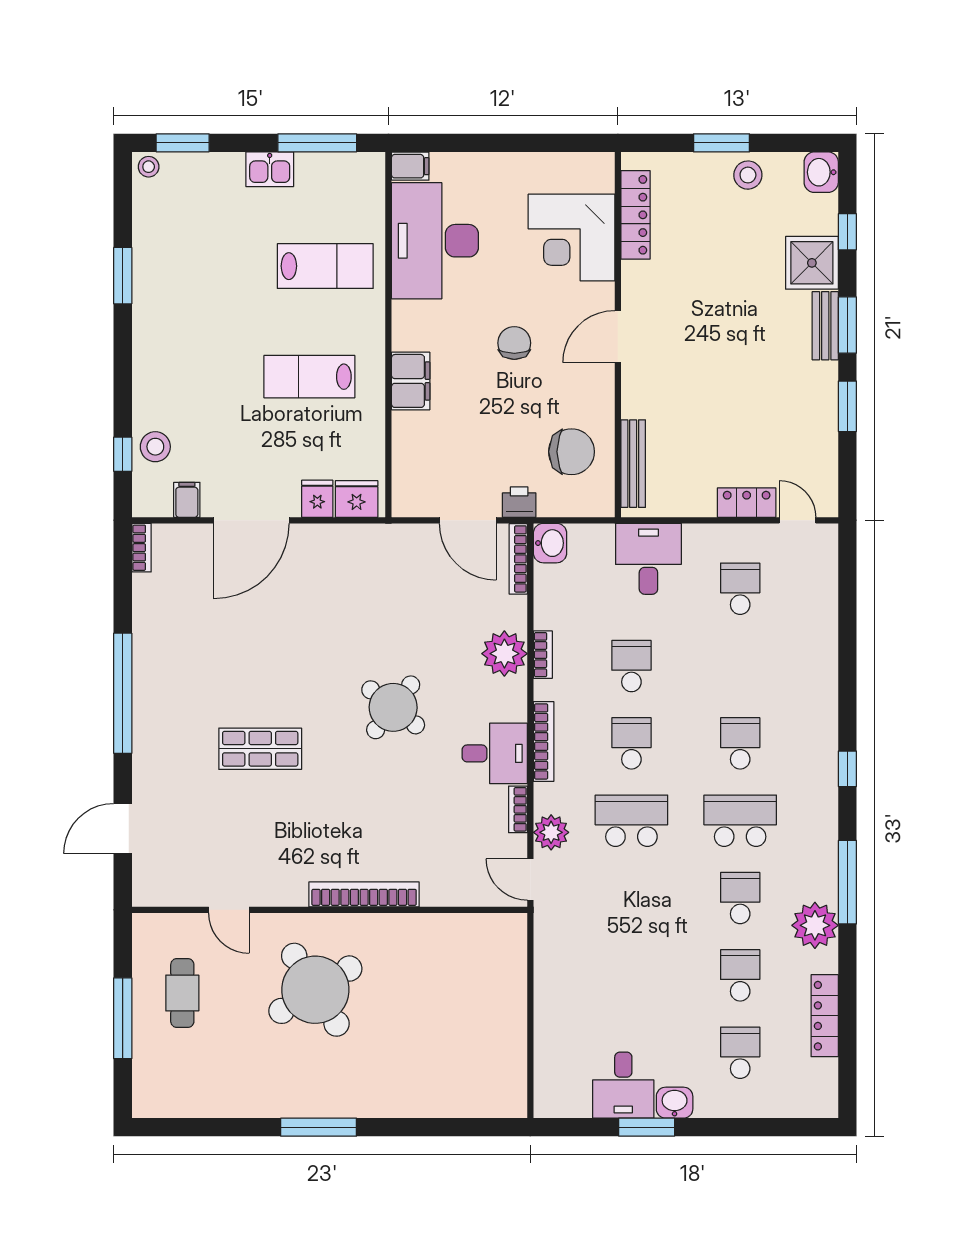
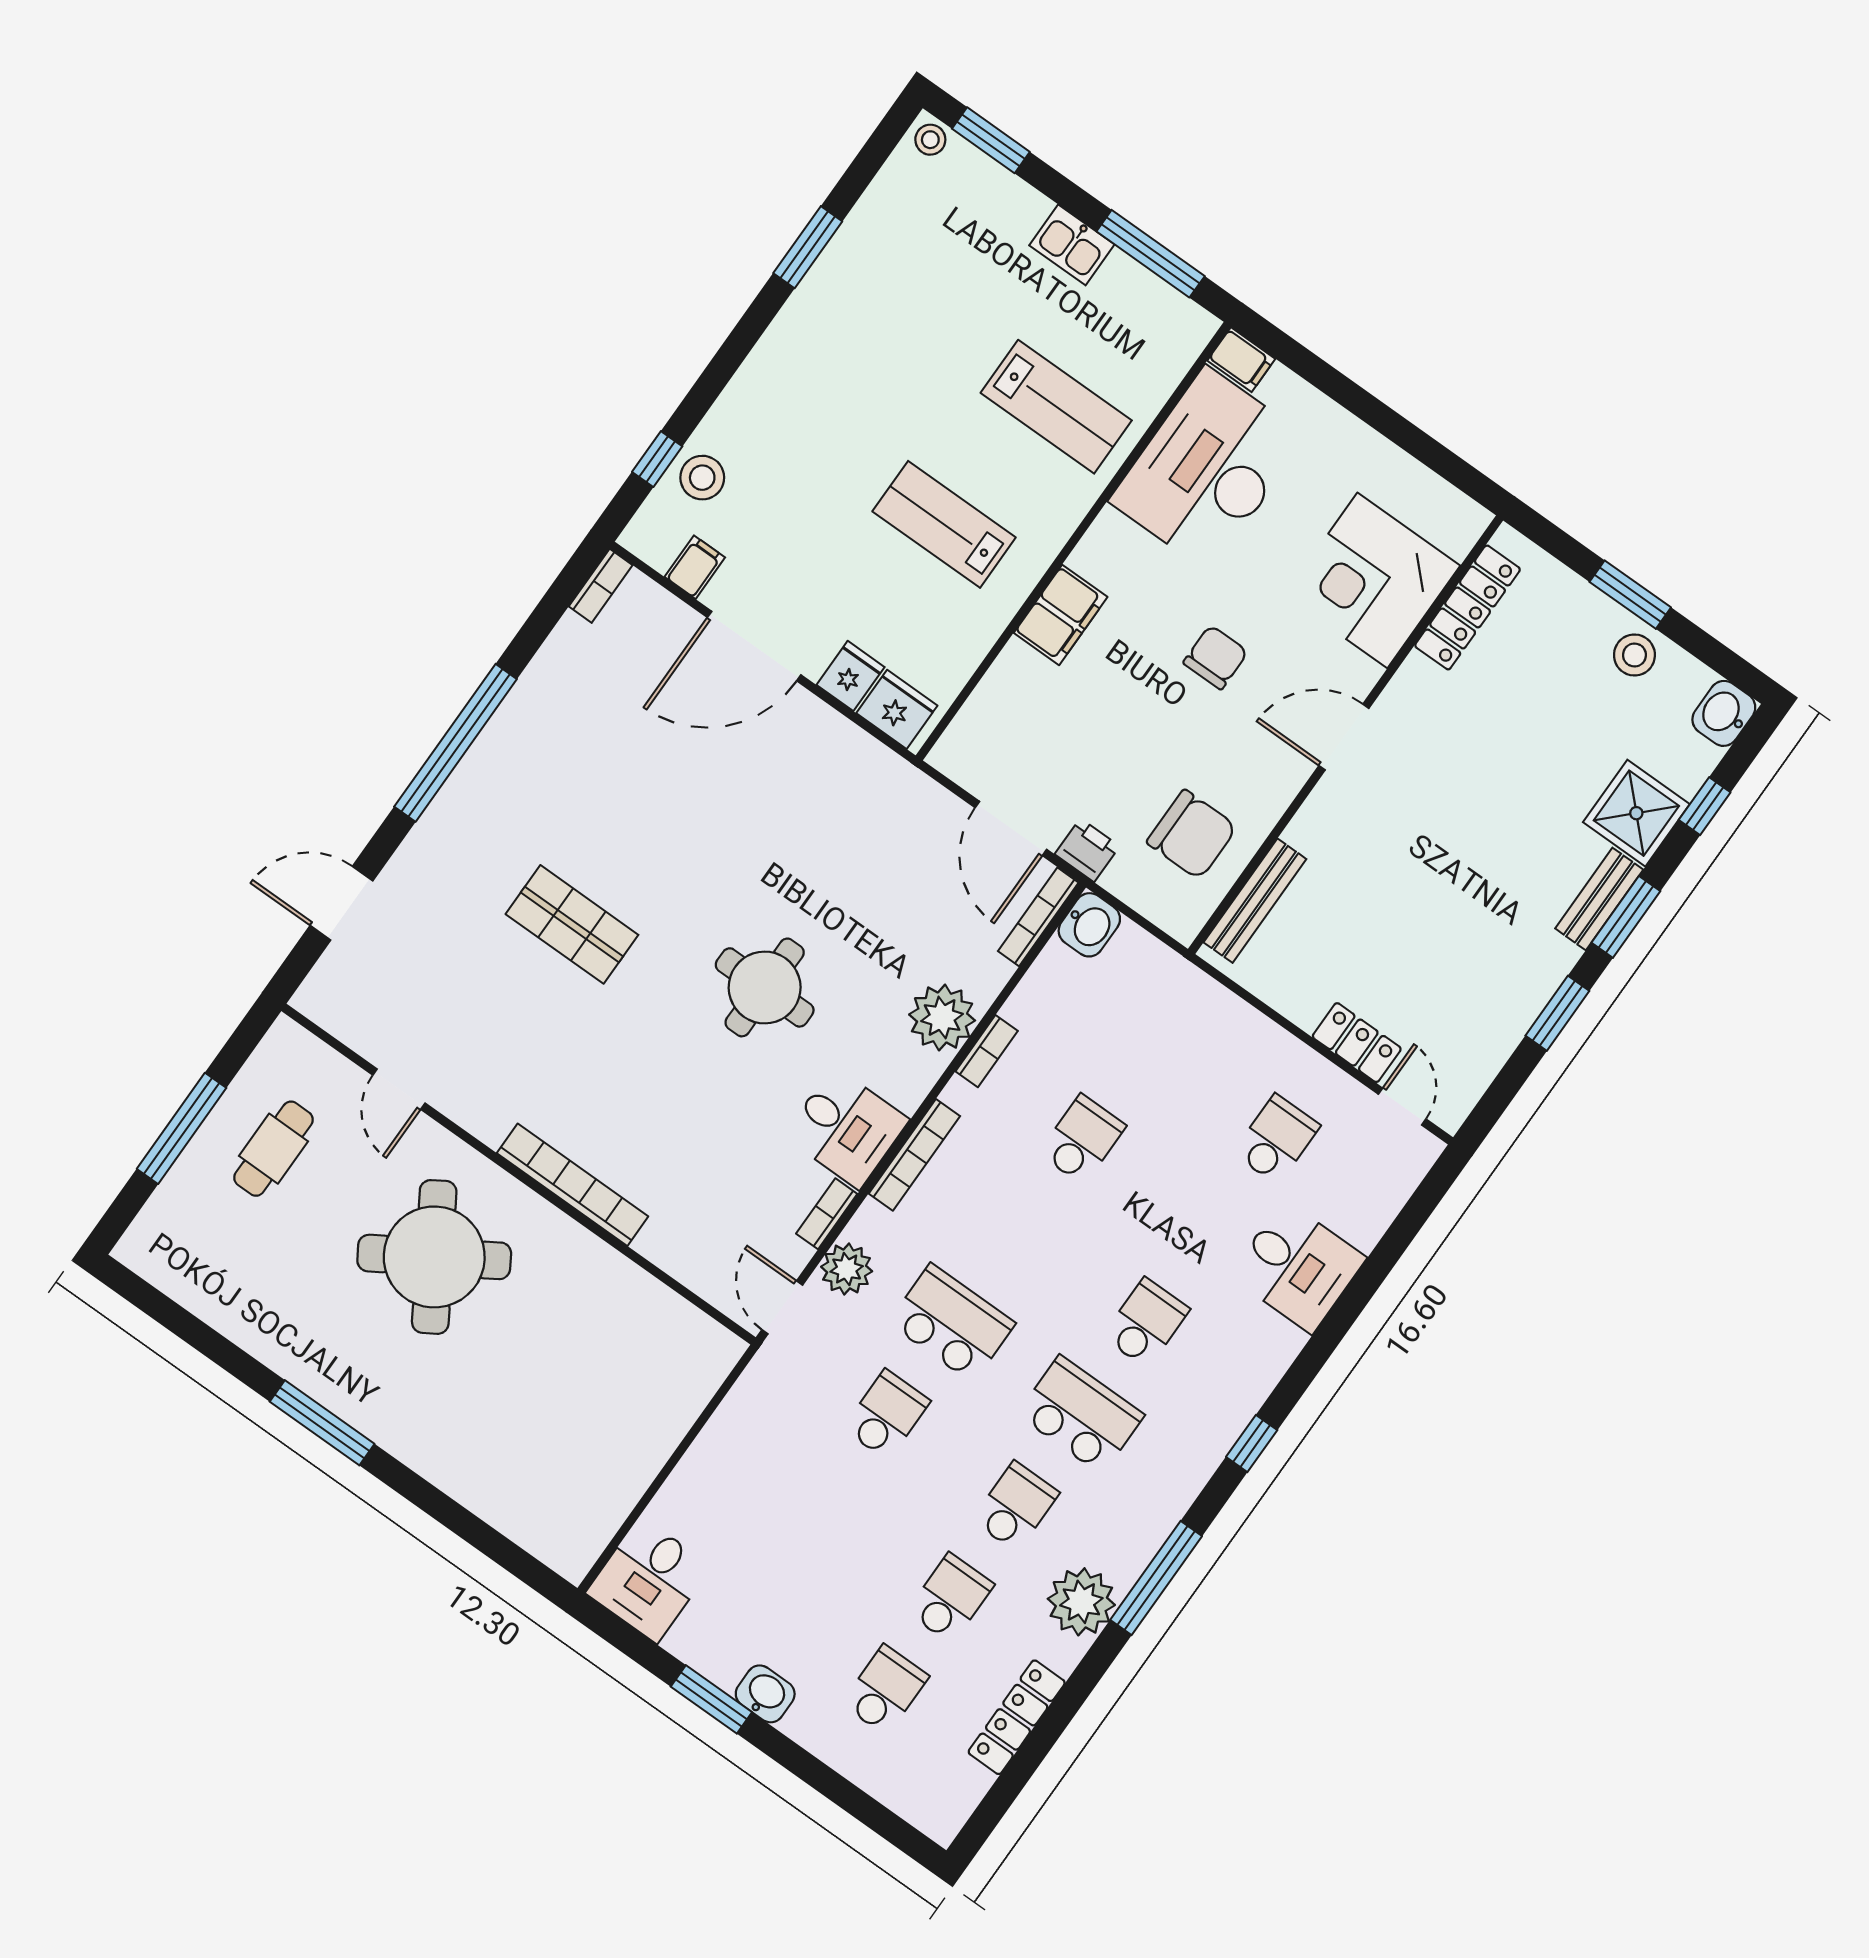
desk: (648, 559) -> (1298, 1267), moved, turned 90
round table: (393, 707) -> (765, 987), turned -38
school desk: (631, 743) -> (887, 1415), moved
desk: (623, 1085) -> (649, 1580), moved

